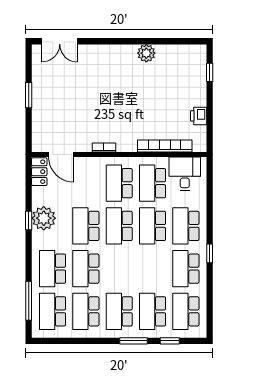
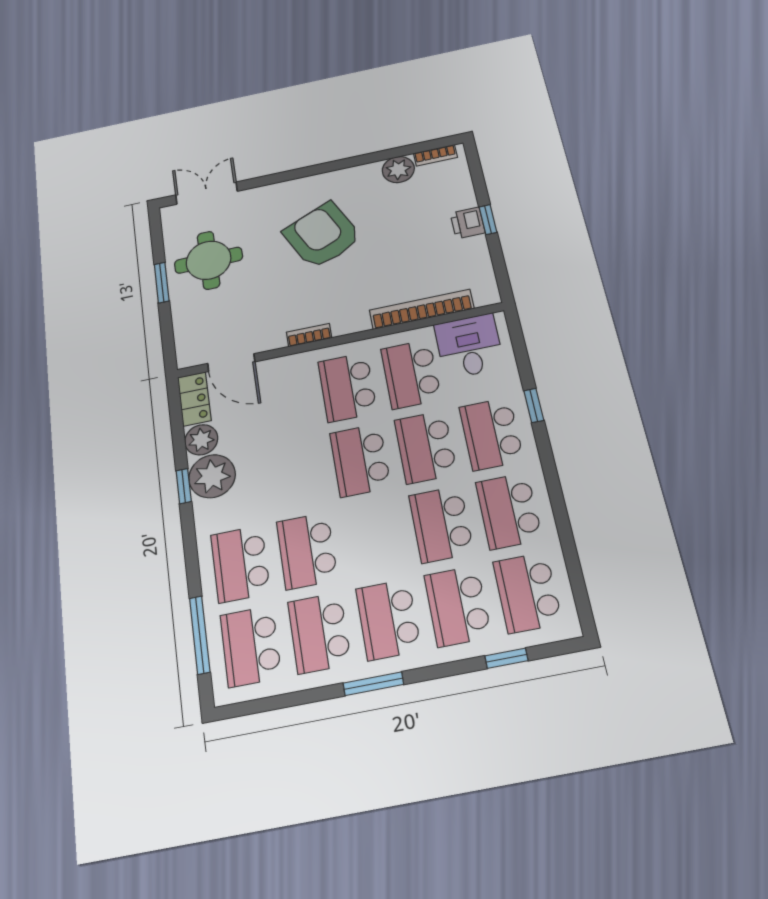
double door: (60, 41) -> (206, 193), swing flipped
bookcase: (190, 49) -> (435, 155), added
plant: (146, 53) -> (398, 170), moved
window: (210, 72) -> (488, 220), moved
armchair: (120, 86) -> (322, 235), added
round table: (56, 87) -> (209, 260), added
printer: (199, 116) -> (468, 223), moved
plant: (40, 196) -> (201, 440), added
school desk: (86, 226) -> (441, 524), moved
window: (210, 253) -> (534, 405), moved
window: (133, 341) -> (373, 684), moved

